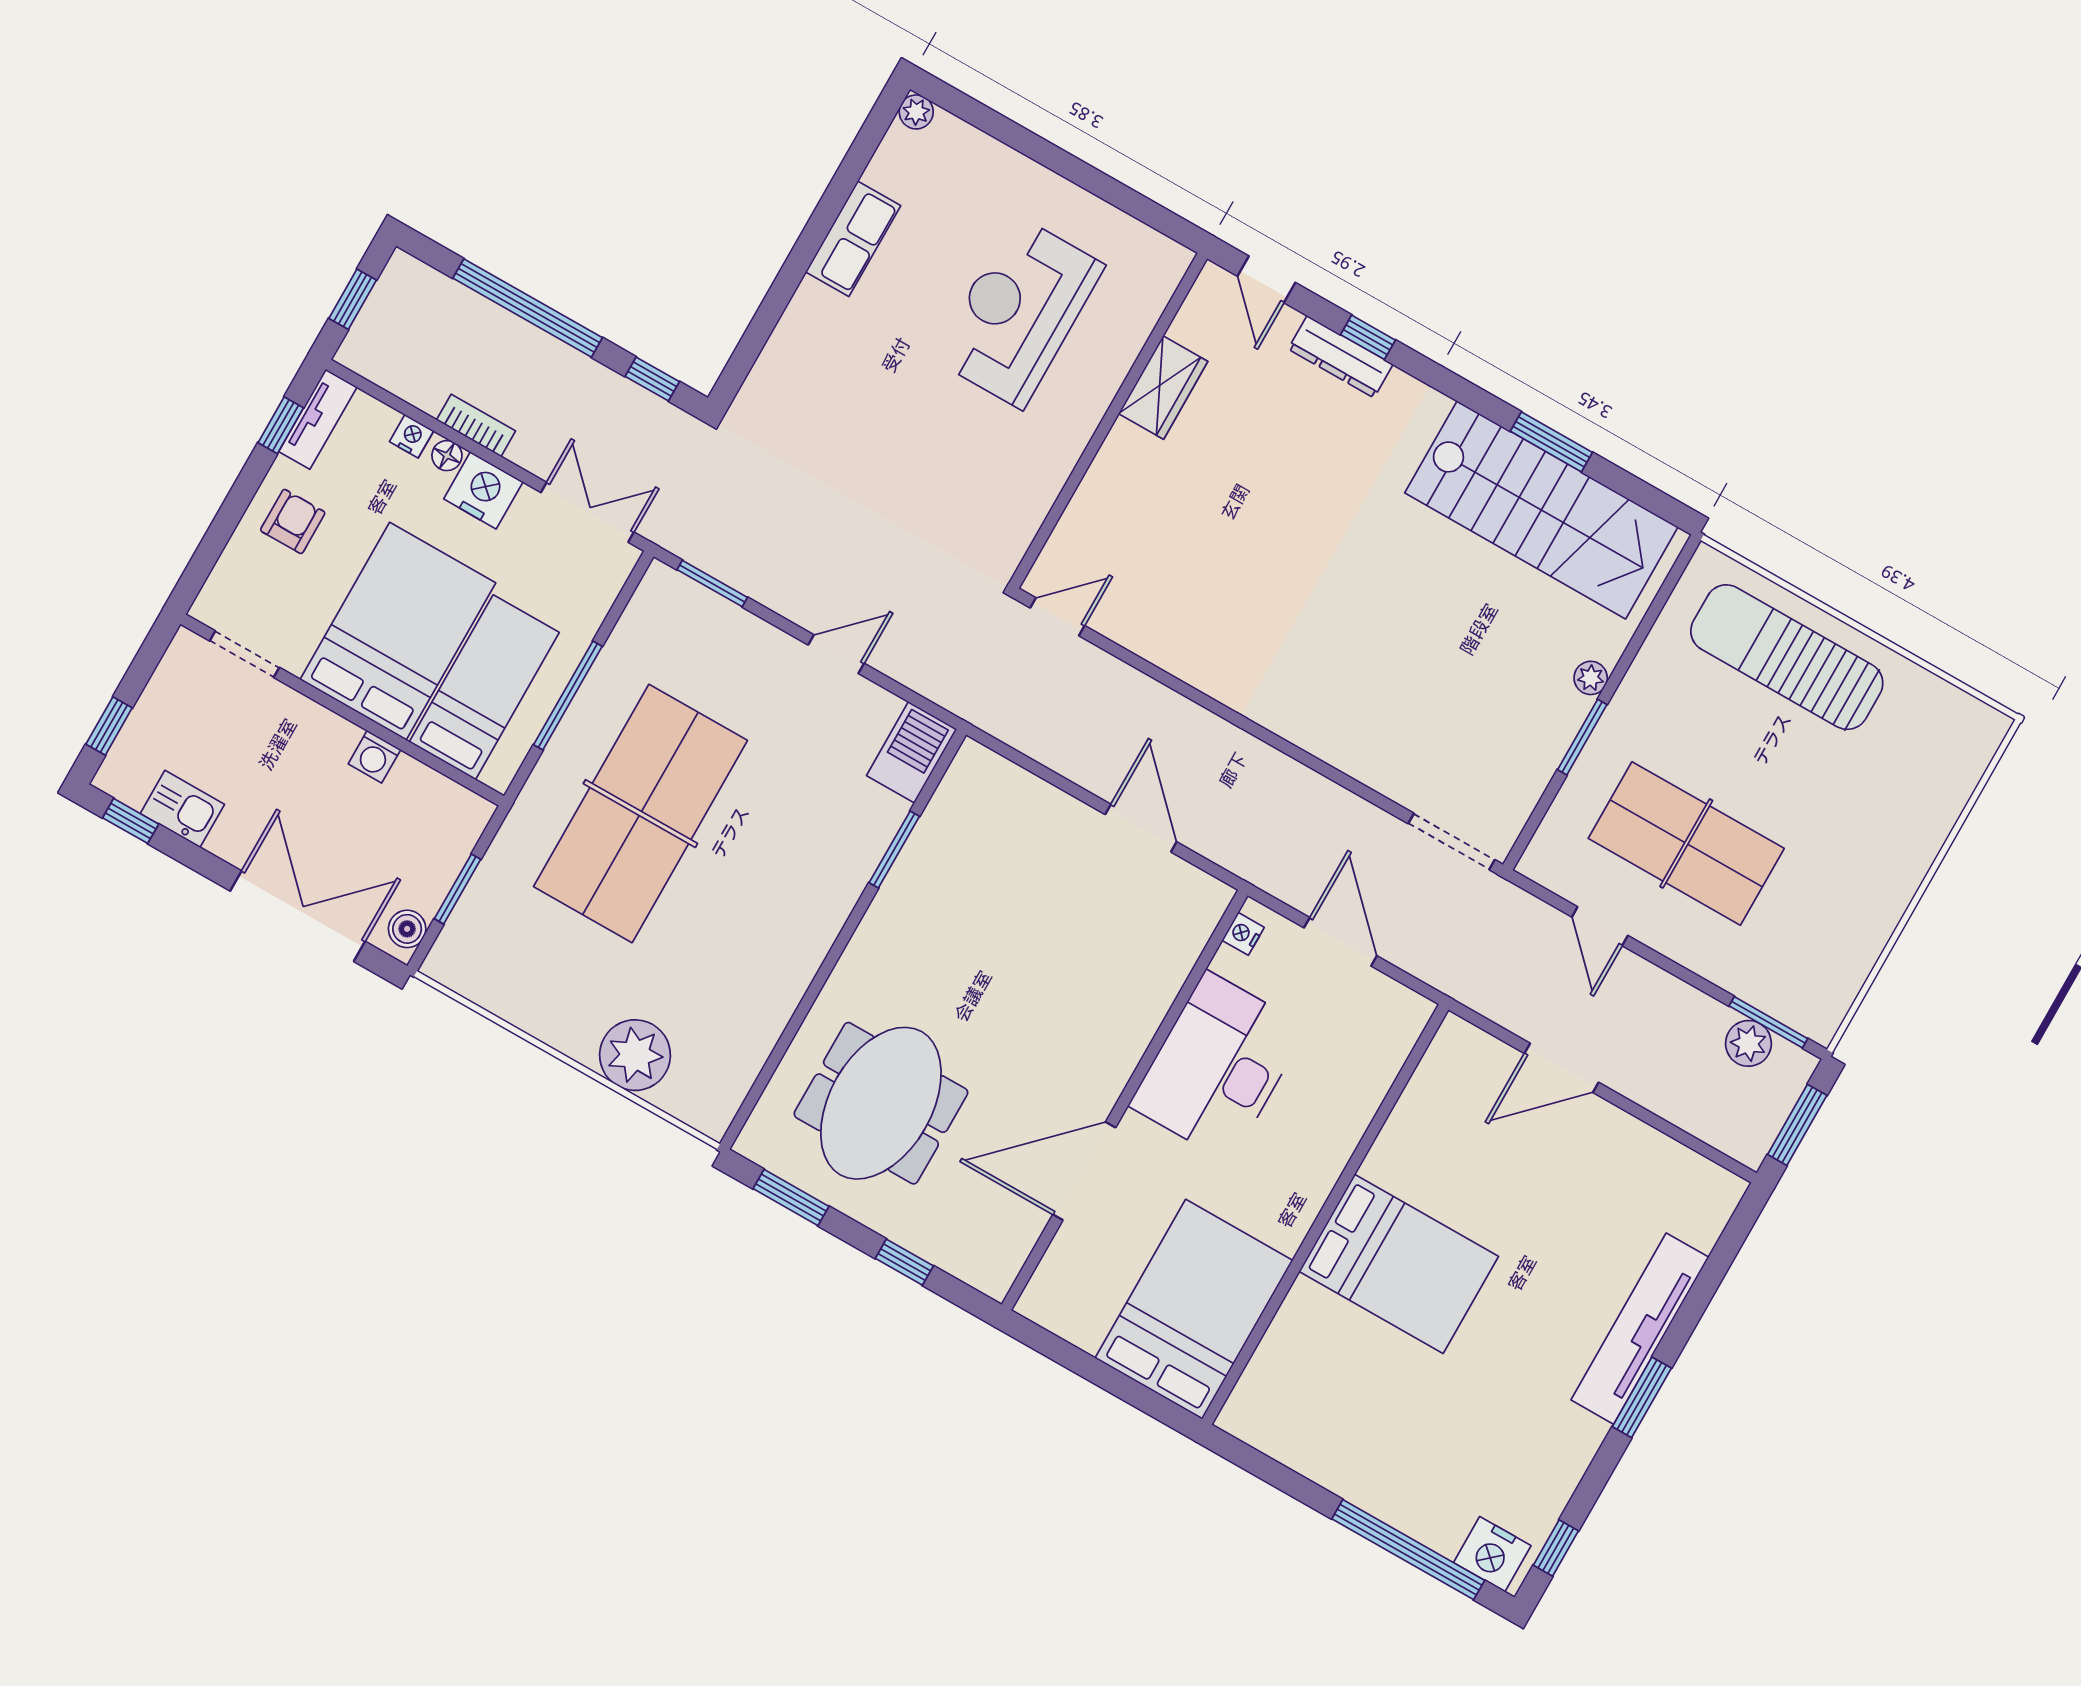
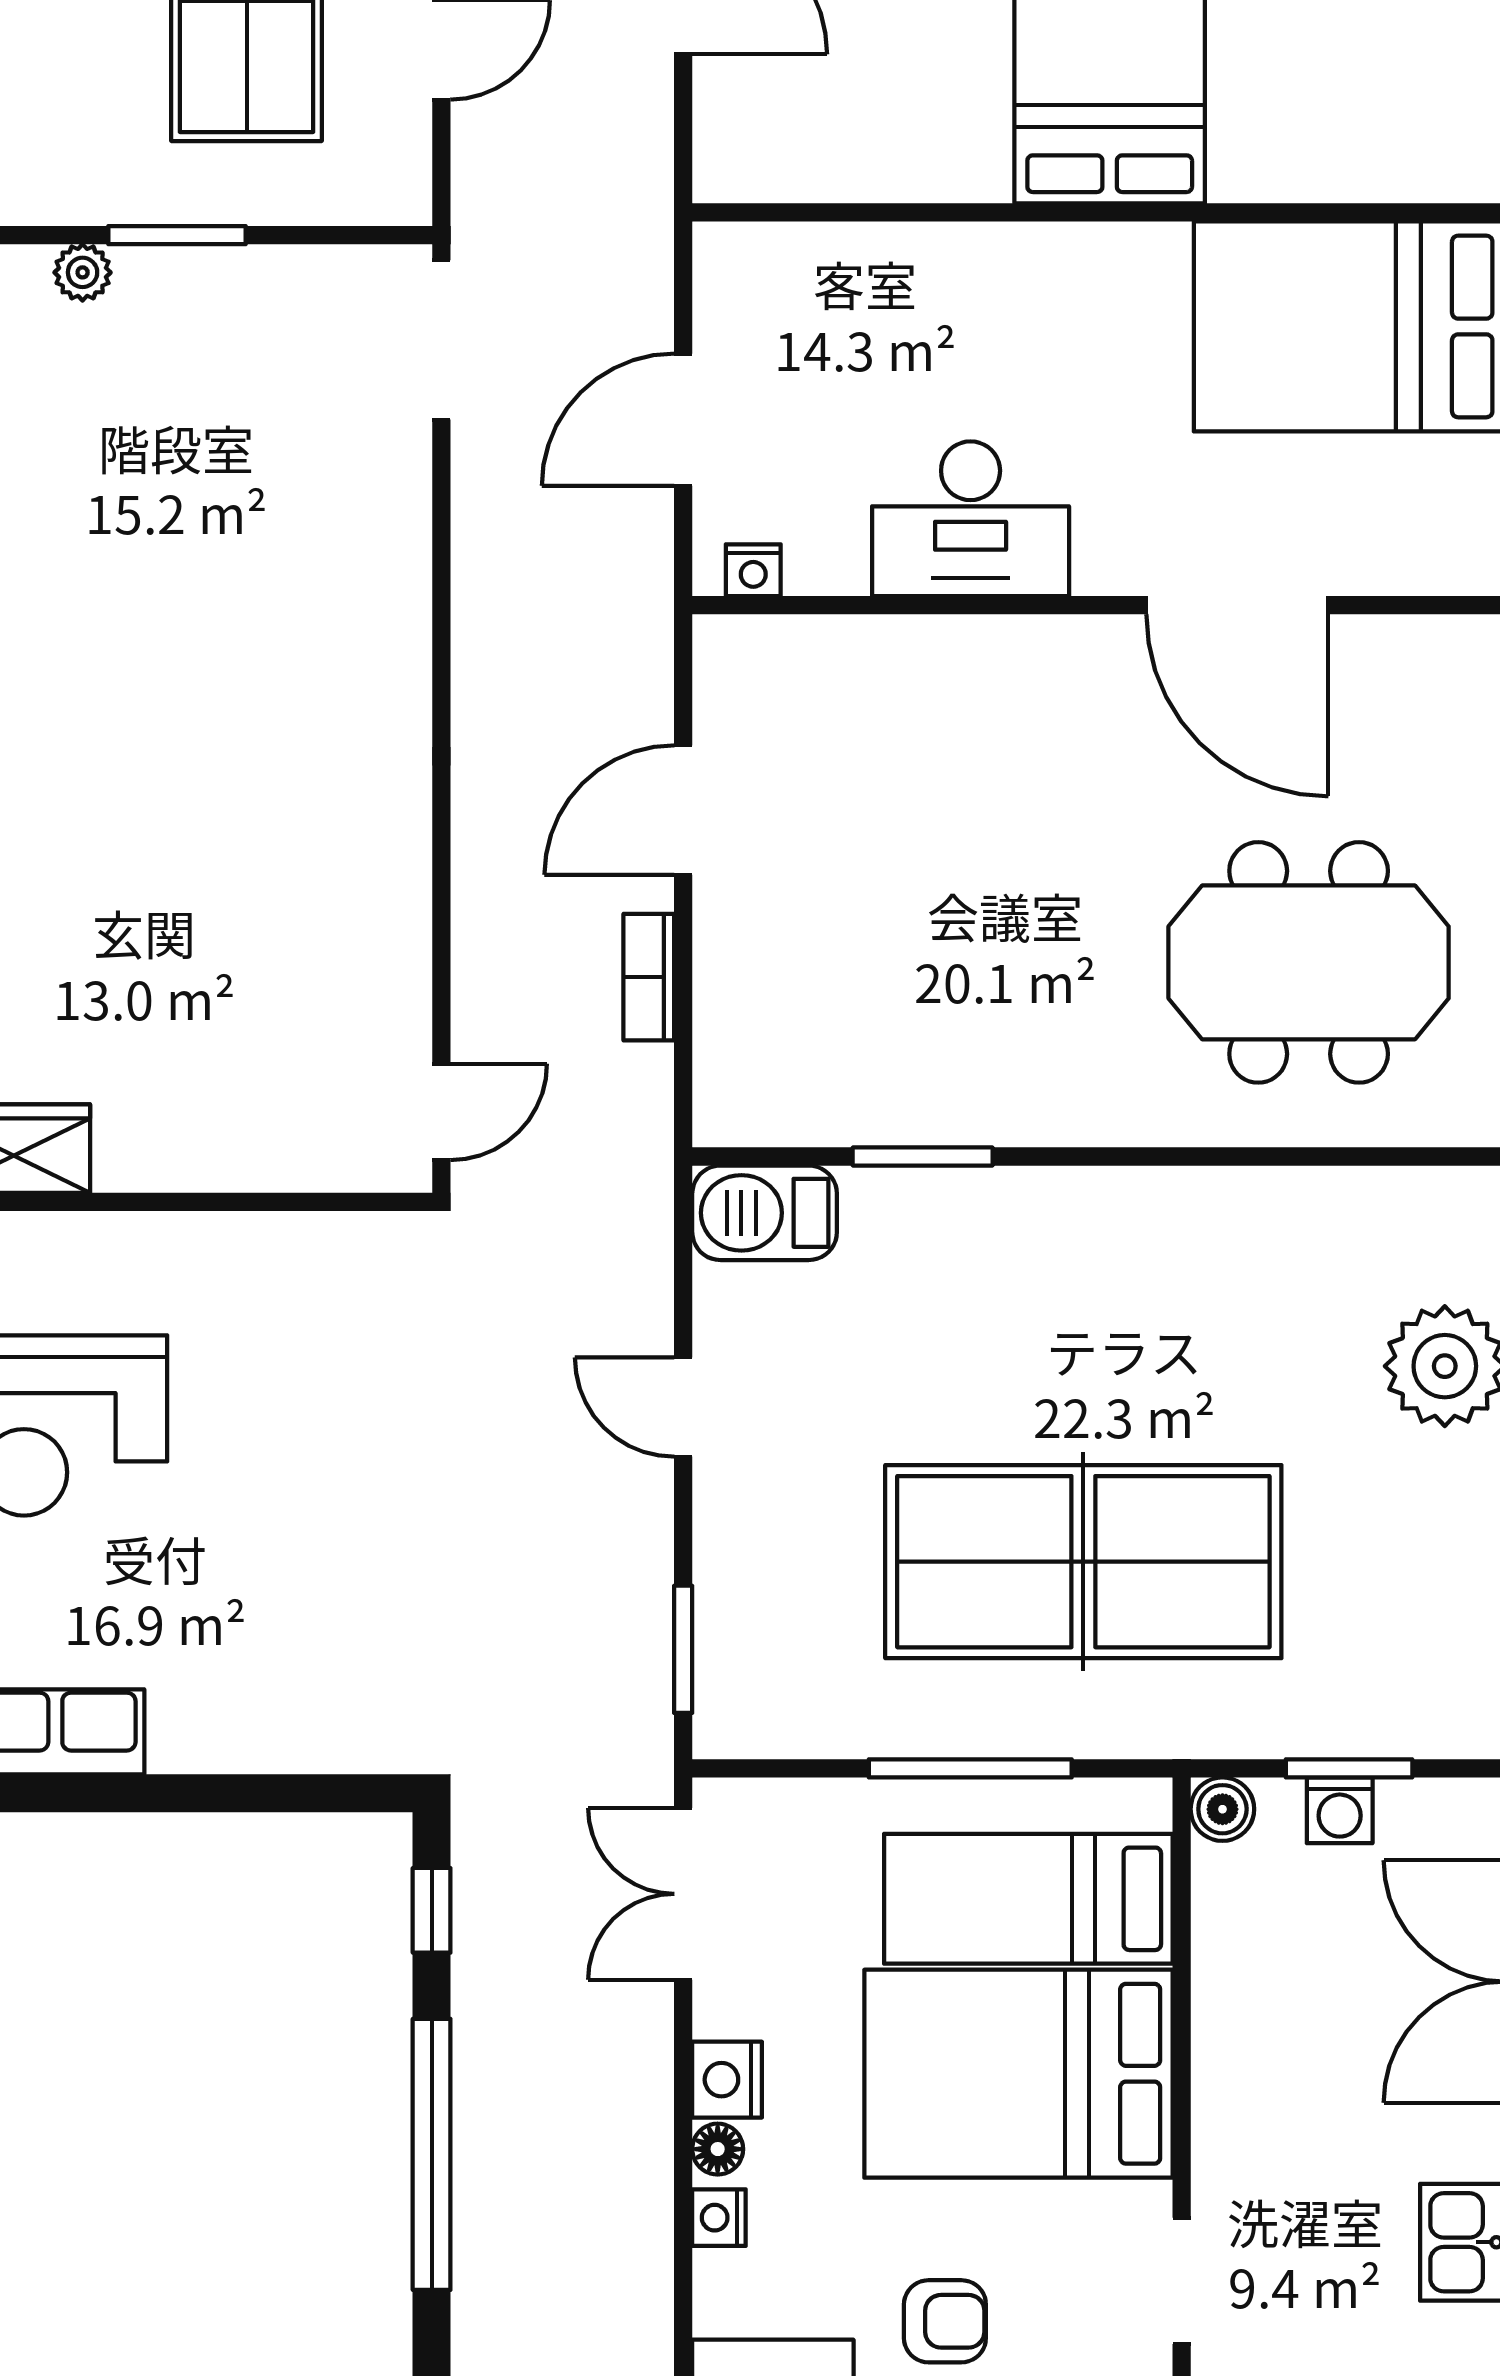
bookcase: (476, 425) -> (649, 977), moved
nightstand: (483, 490) -> (727, 2080), width x0.74, depth x0.75
armchair: (293, 521) -> (945, 2321), turned 180
door: (1057, 617) -> (441, 1112), swing flipped
washing machine: (374, 757) -> (1340, 1810), moved, turned 90
boiler: (407, 929) -> (1222, 1809), moved
desk: (1218, 1067) -> (971, 519), width x0.73, depth x0.77

